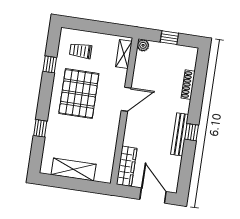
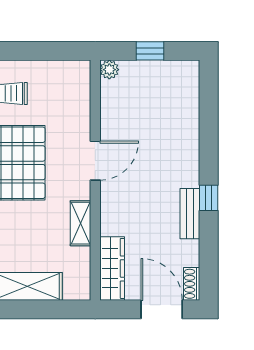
shelving: (124, 54) -> (81, 223), moved
shoe rack: (188, 85) -> (192, 284), moved, width x0.70
bench: (180, 134) -> (190, 214), width x0.73

